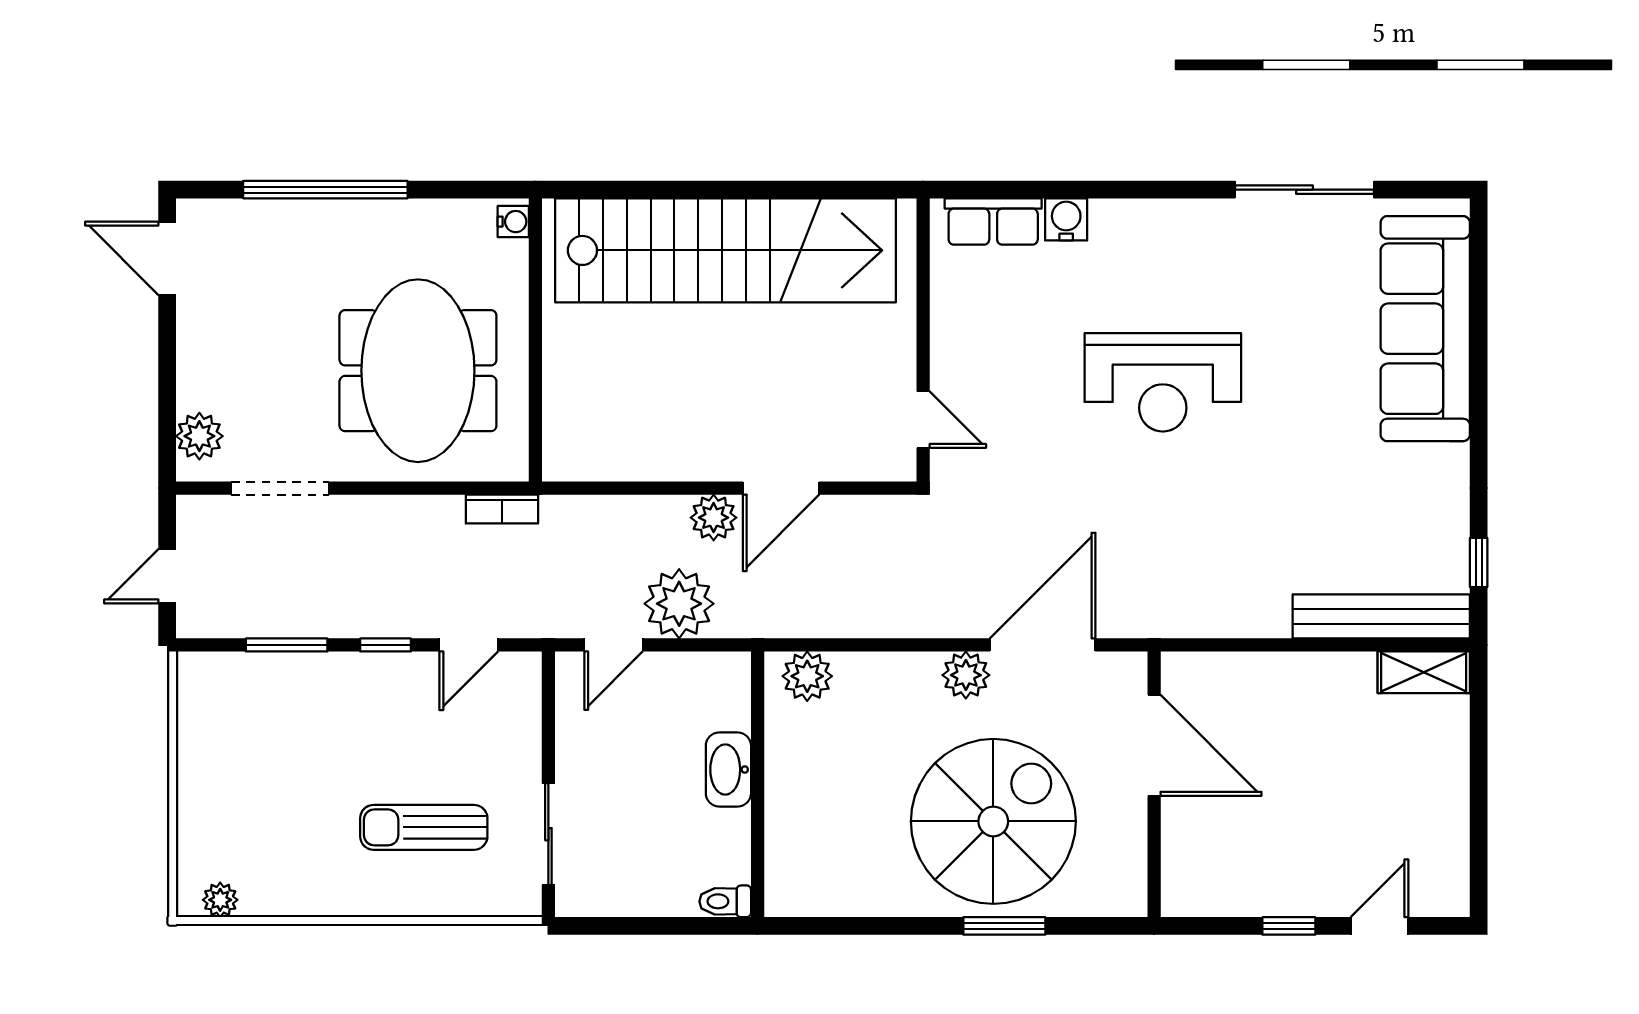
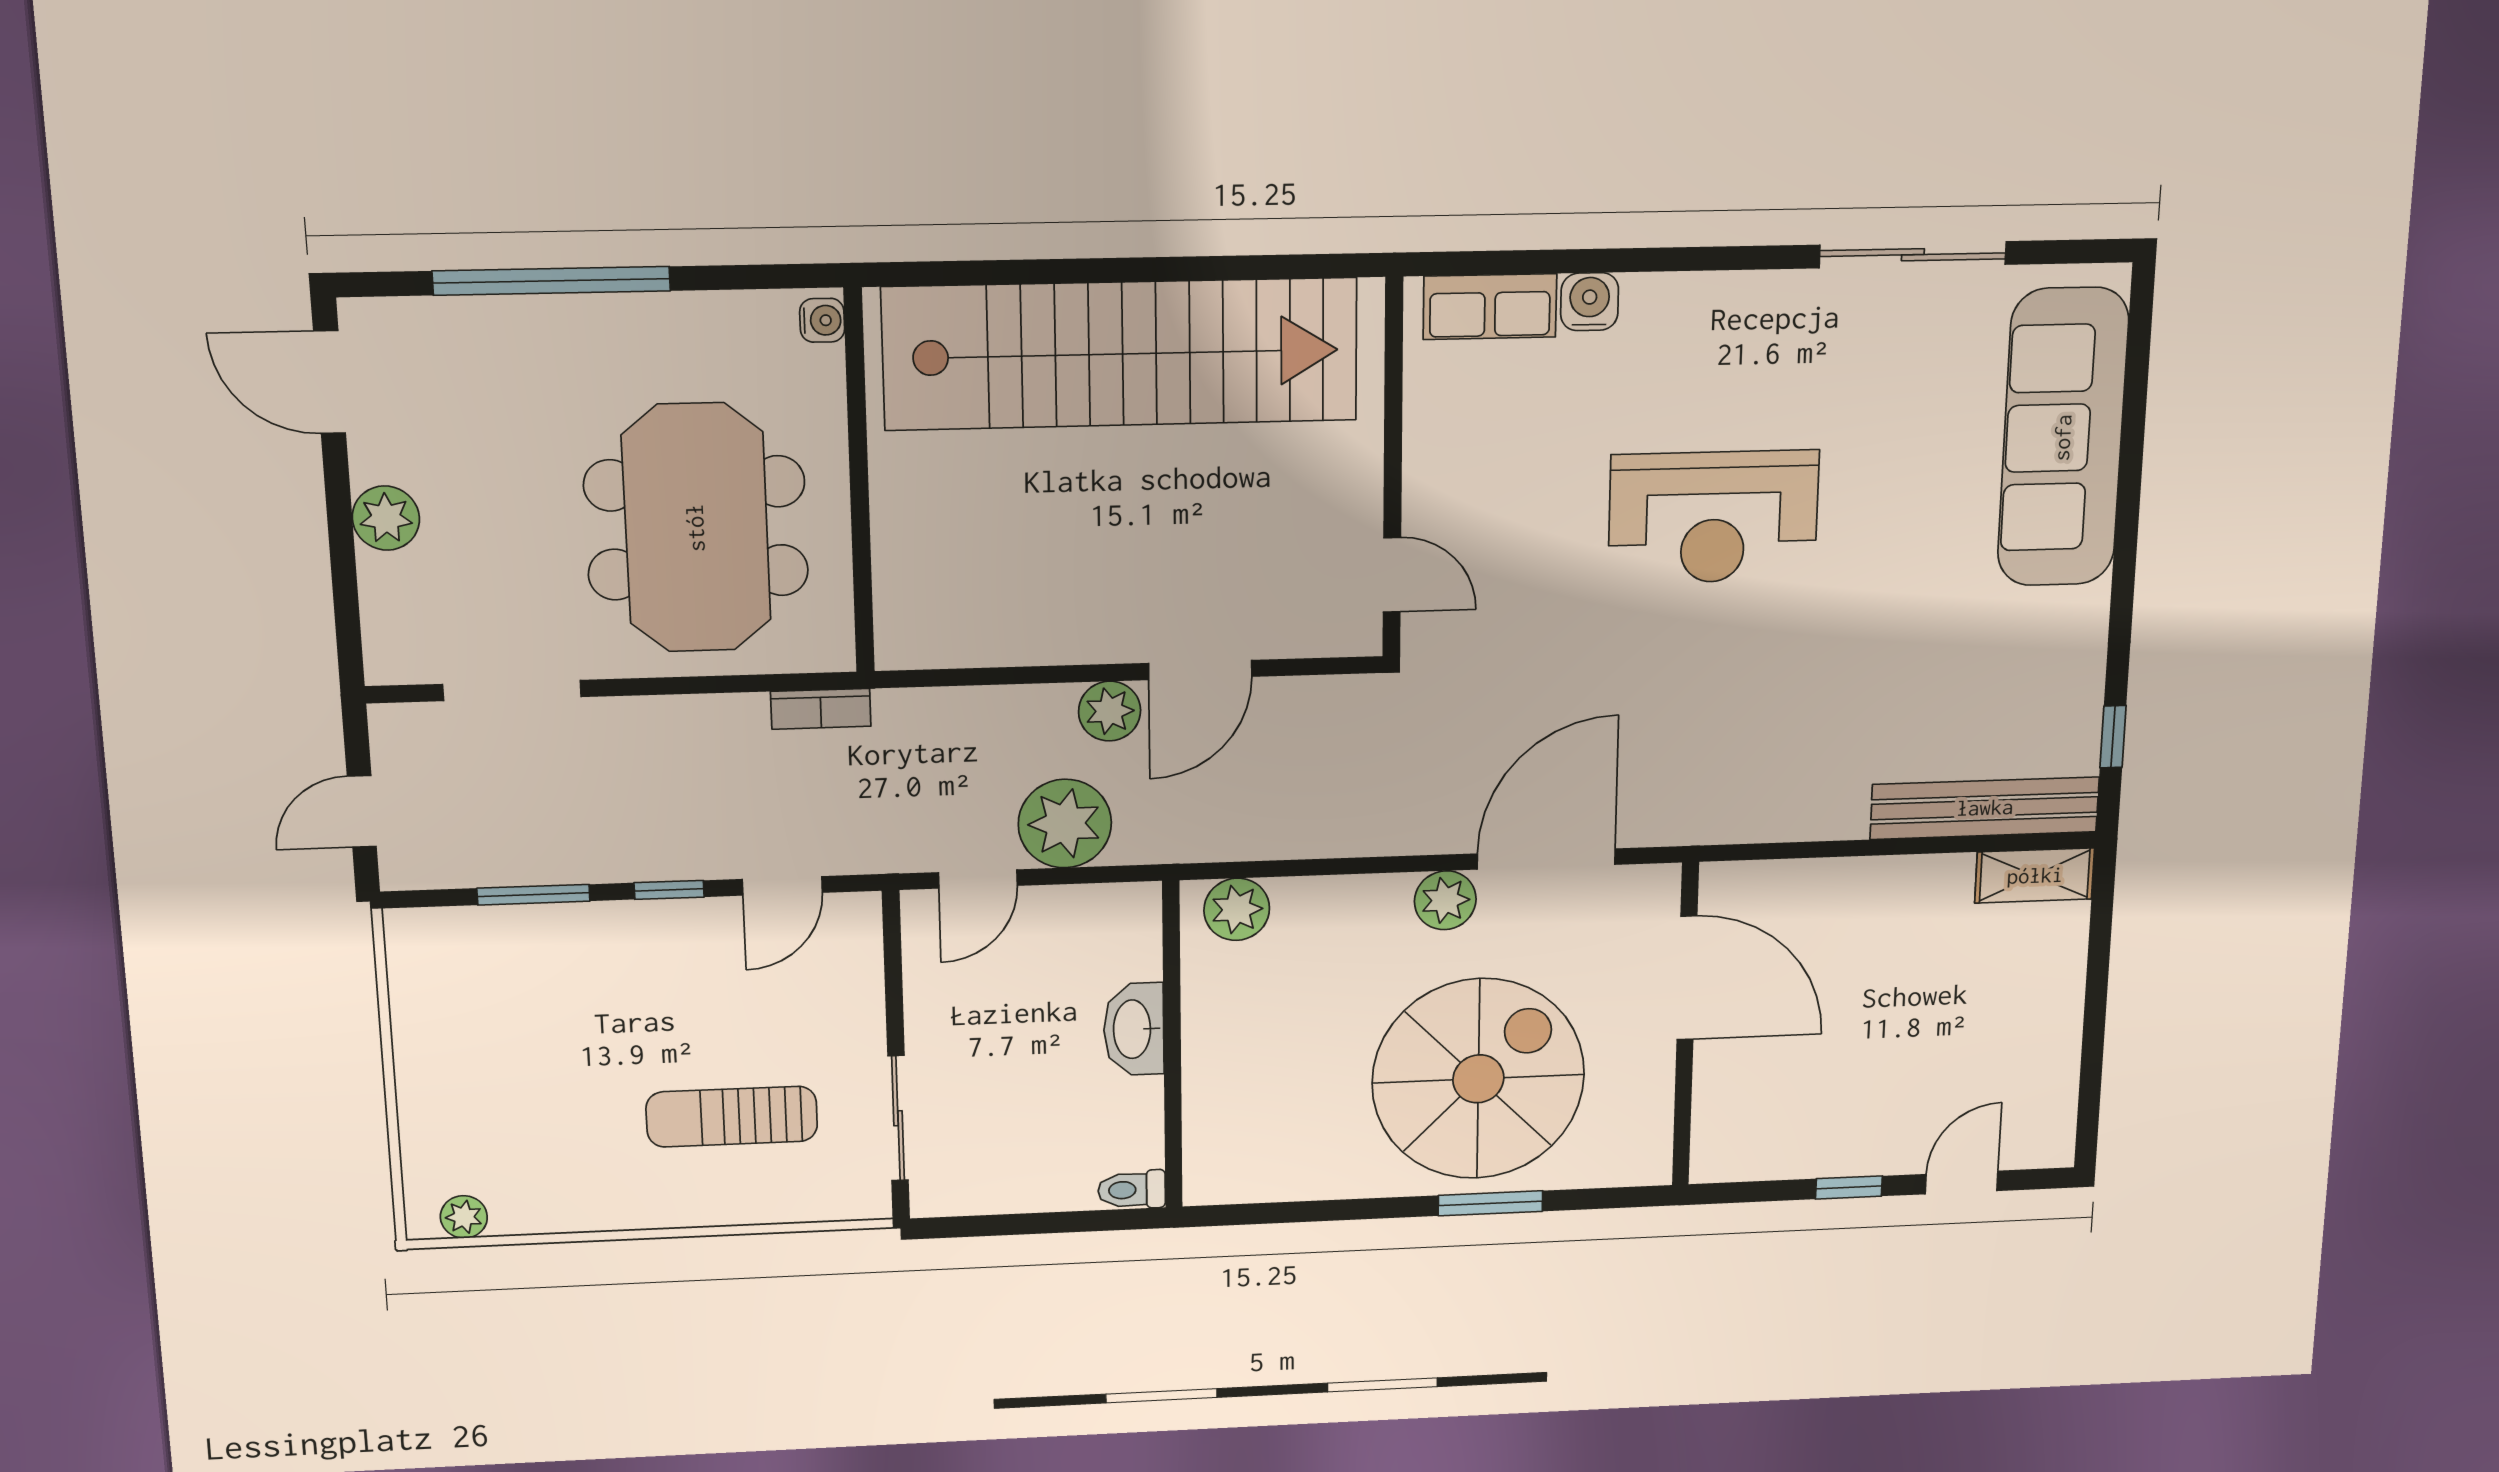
plant: (199, 436) -> (386, 518), moved

